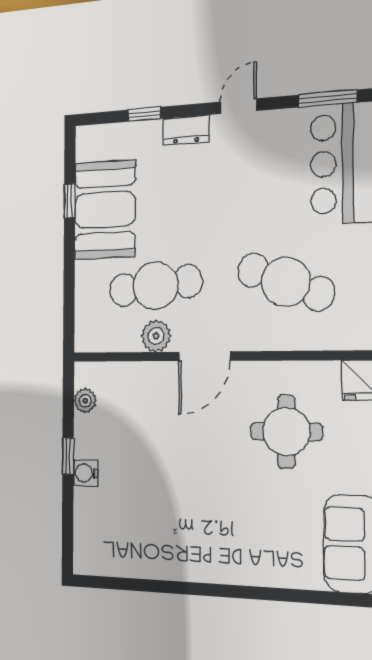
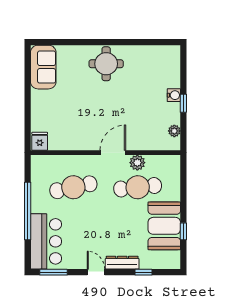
door: (239, 106) -> (96, 272), swing flipped
dresser: (186, 130) -> (122, 263), width x1.44
cafe table: (286, 282) -> (73, 187), turned -33
round table: (286, 432) -> (106, 64), moved

